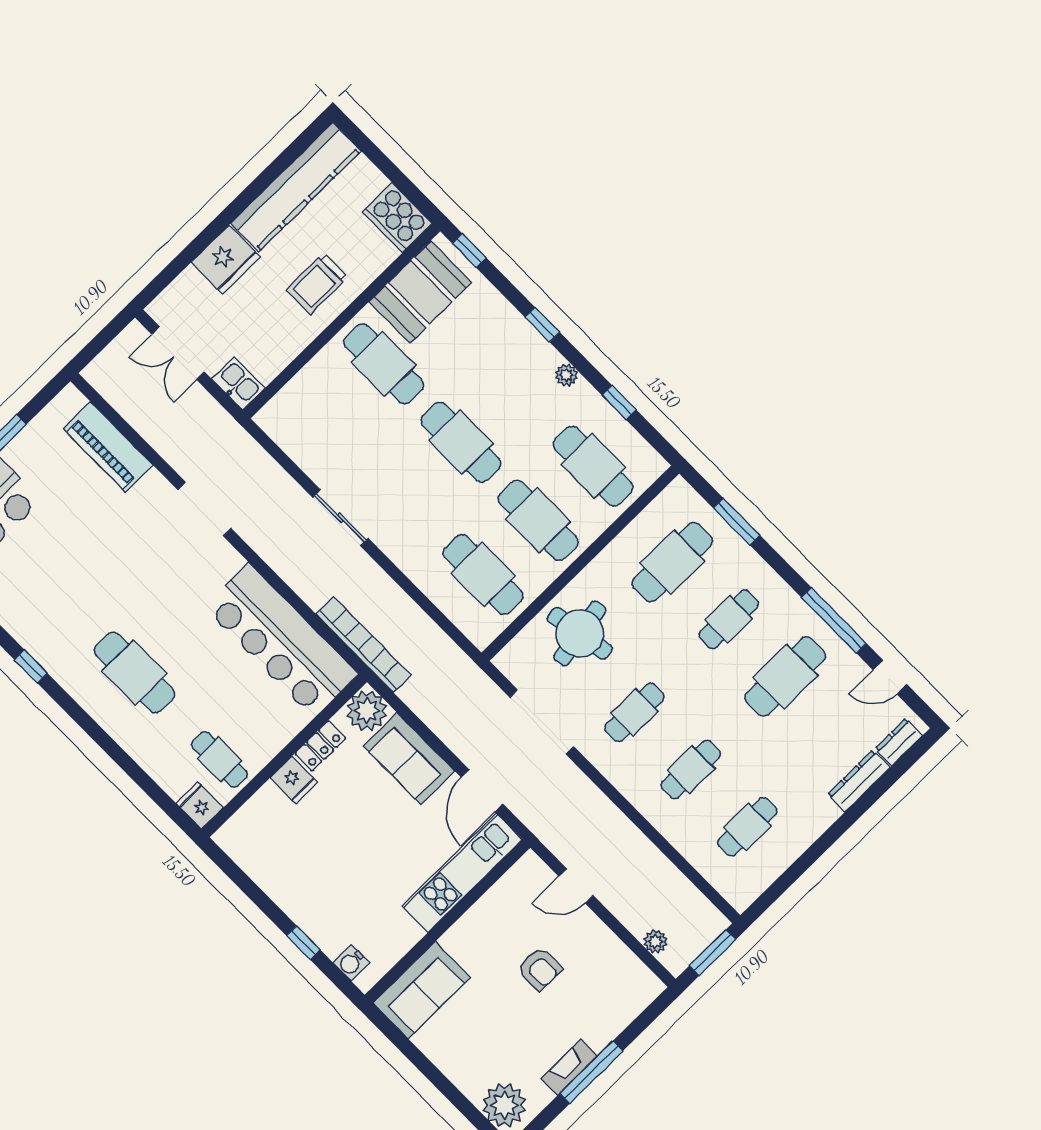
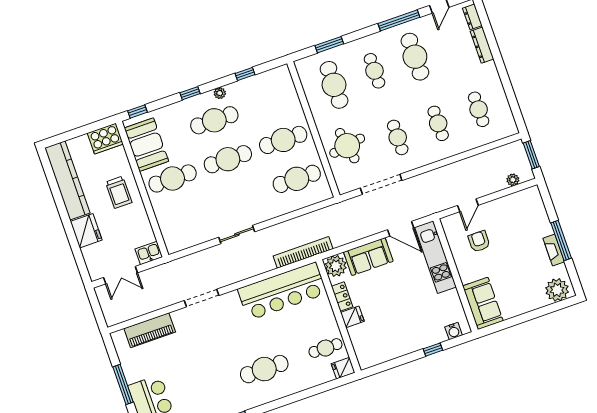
cafe table: (593, 466) -> (214, 120), moved
armchair: (540, 969) -> (479, 241), moved, turned -90

